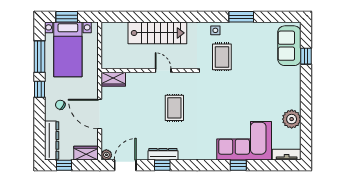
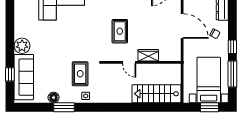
floor lamp: (254, 28) -> (54, 98), added
stairs: (157, 33) -> (156, 94), moved
sofa: (289, 46) -> (24, 77), width x1.36
wardrobe: (113, 79) -> (148, 55), moved
plant: (292, 119) -> (22, 46), moved

